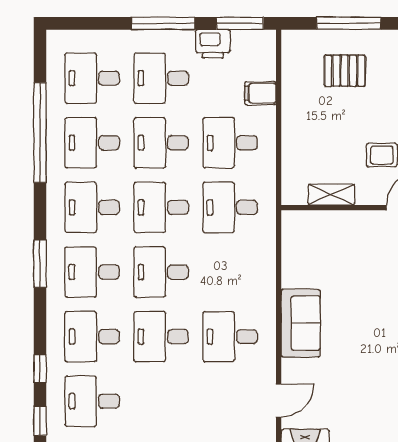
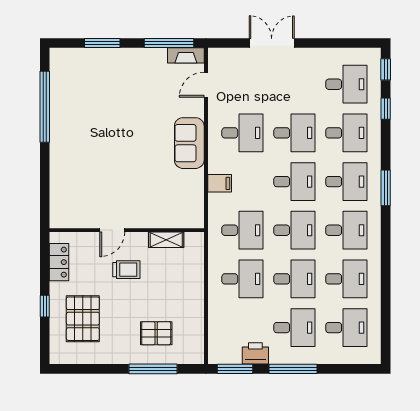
filing cabinet: (260, 93) -> (220, 183), moved
window: (40, 133) -> (386, 287), removed

